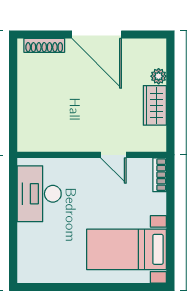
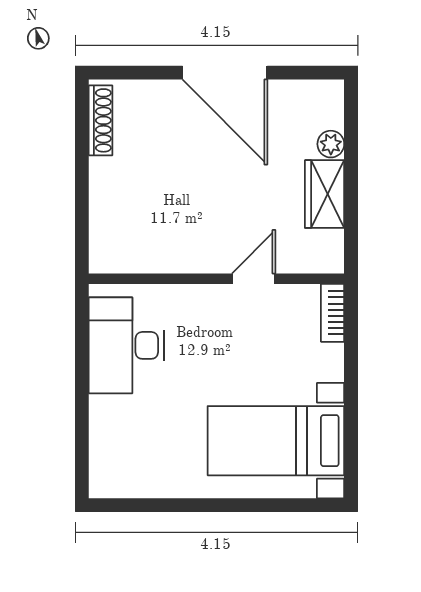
shoe rack: (44, 45) -> (101, 120), moved, turned -90
door: (113, 155) -> (254, 279), swing flipped

